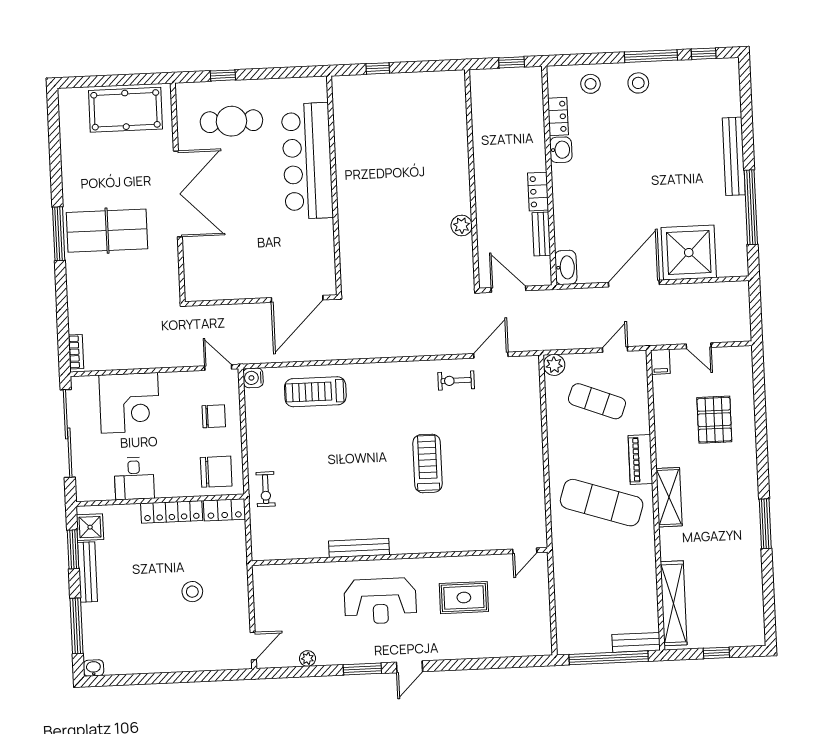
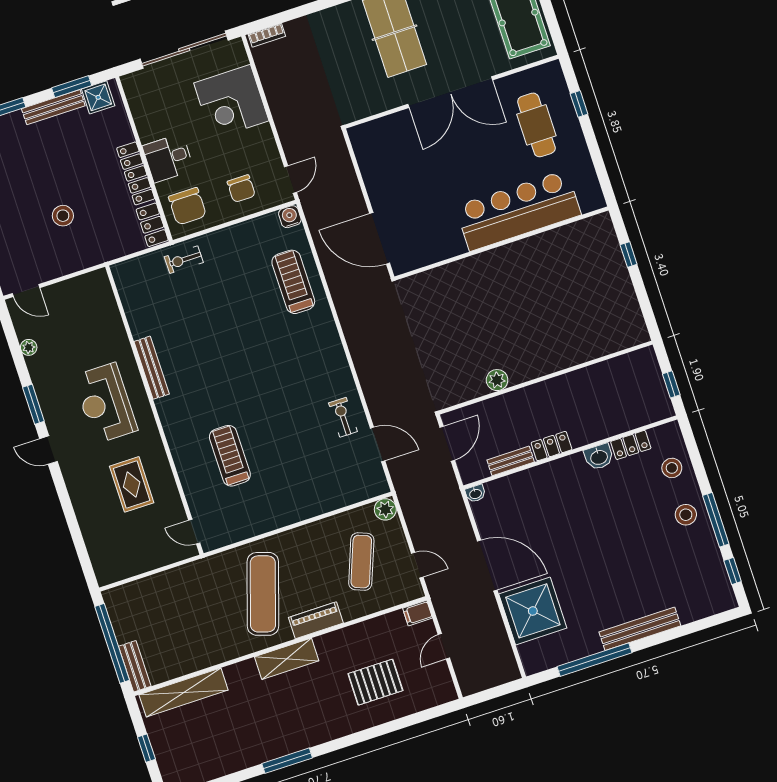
washbasin: (566, 267) -> (475, 494), width x0.52, depth x0.69
treadmill: (428, 463) -> (230, 456), moved, turned -90
desk: (134, 478) -> (168, 158), moved

